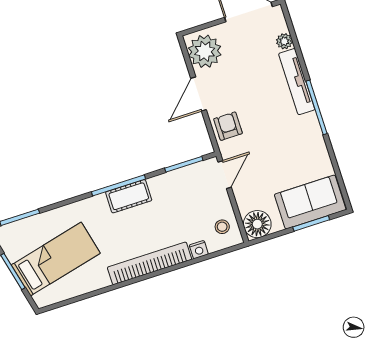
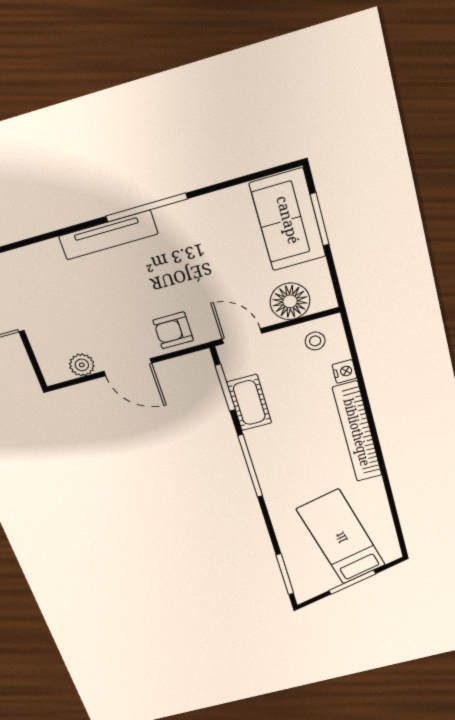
plant: (284, 41) -> (49, 251), removed
plant: (205, 51) -> (82, 365), width x0.53, depth x0.53
cot: (129, 196) -> (249, 403), moved
floor lamp: (257, 224) -> (290, 301), moved

